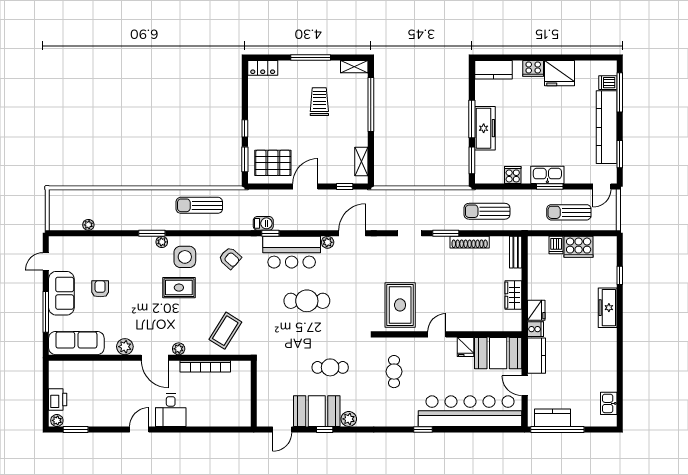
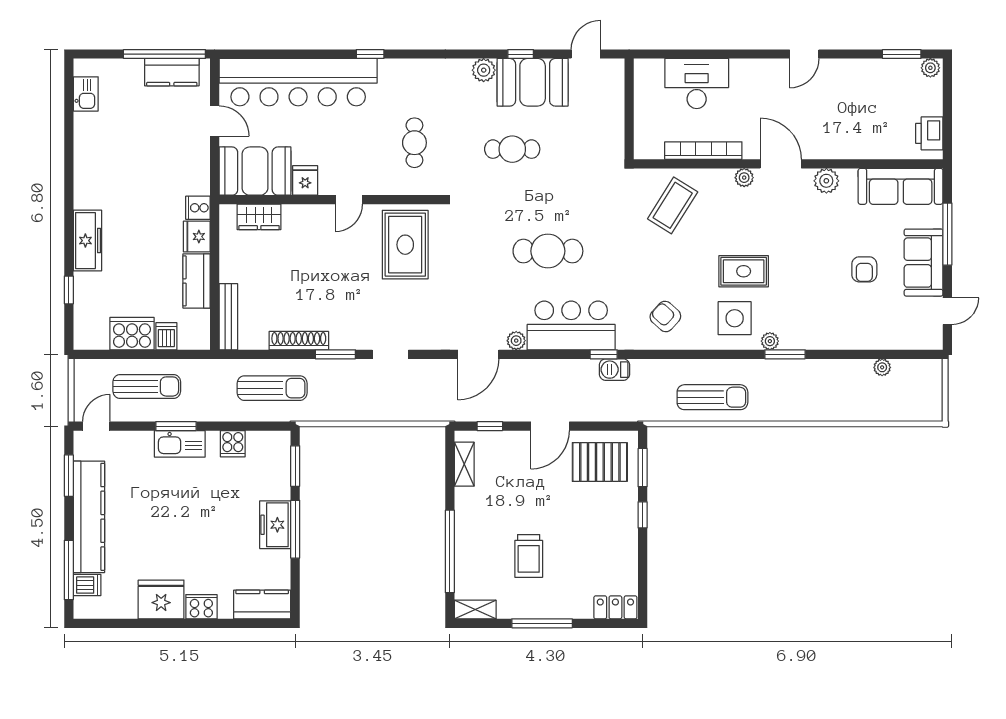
freezer: (485, 128) -> (275, 525), width x0.71
bench: (516, 252) -> (228, 317), width x1.36
wardrobe: (513, 295) -> (259, 217), moved, turned 90
kitchen counter: (536, 356) -> (196, 281), moved
printer: (58, 400) -> (929, 133), moved
desk: (171, 410) -> (697, 84), moved, width x1.37

